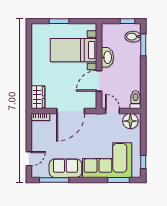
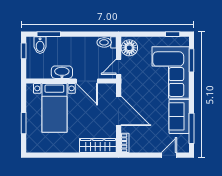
wardrobe: (38, 97) -> (98, 145), width x1.50
door: (29, 159) -> (169, 155), hinge flipped

